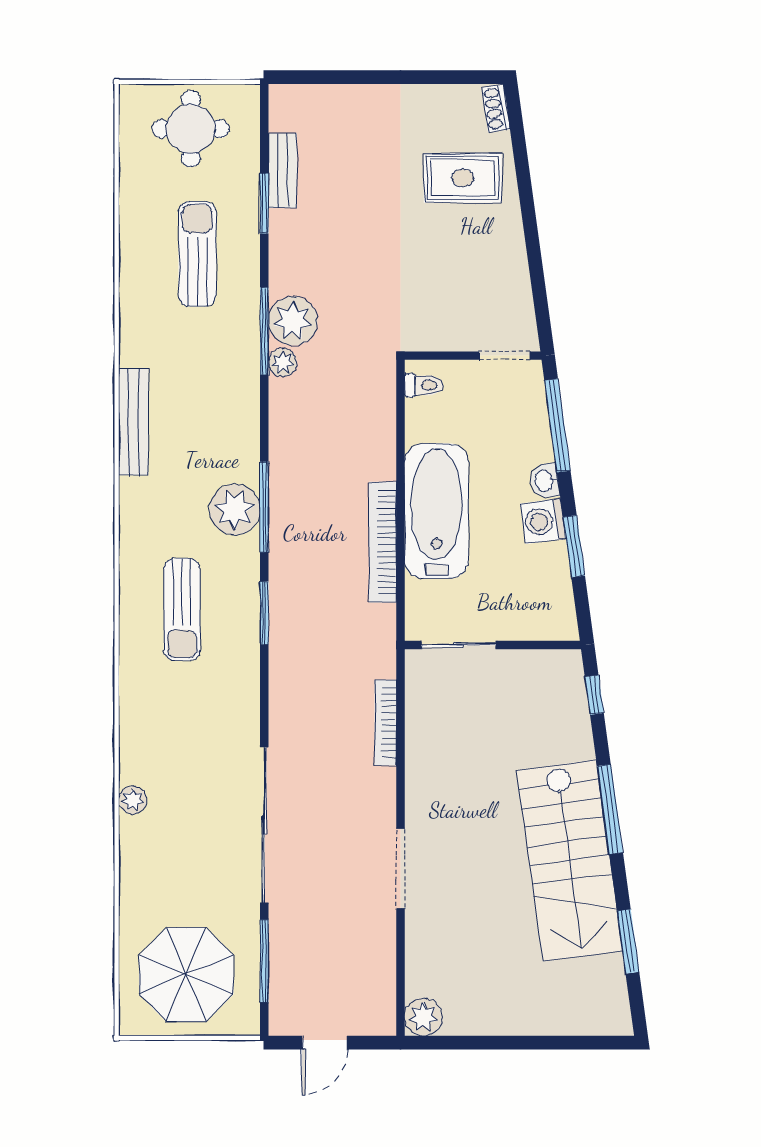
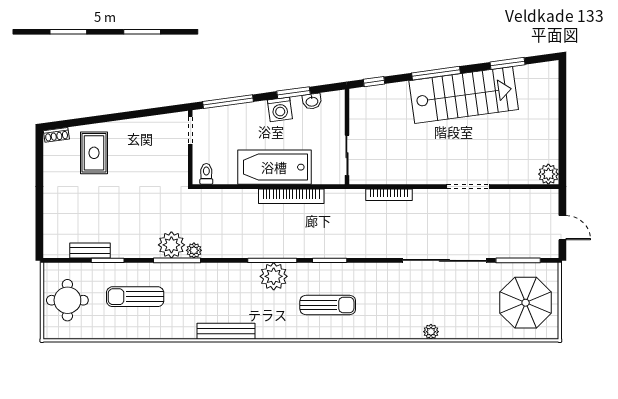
washbasin: (544, 481) -> (312, 101), moved

